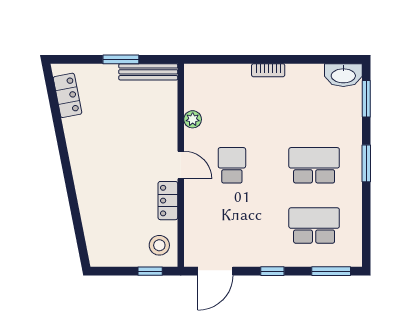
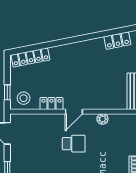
locker: (94, 234) -> (30, 57), added

